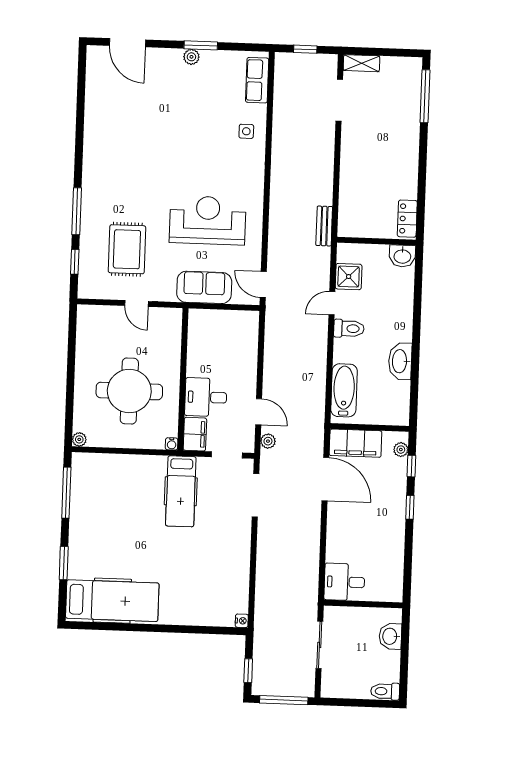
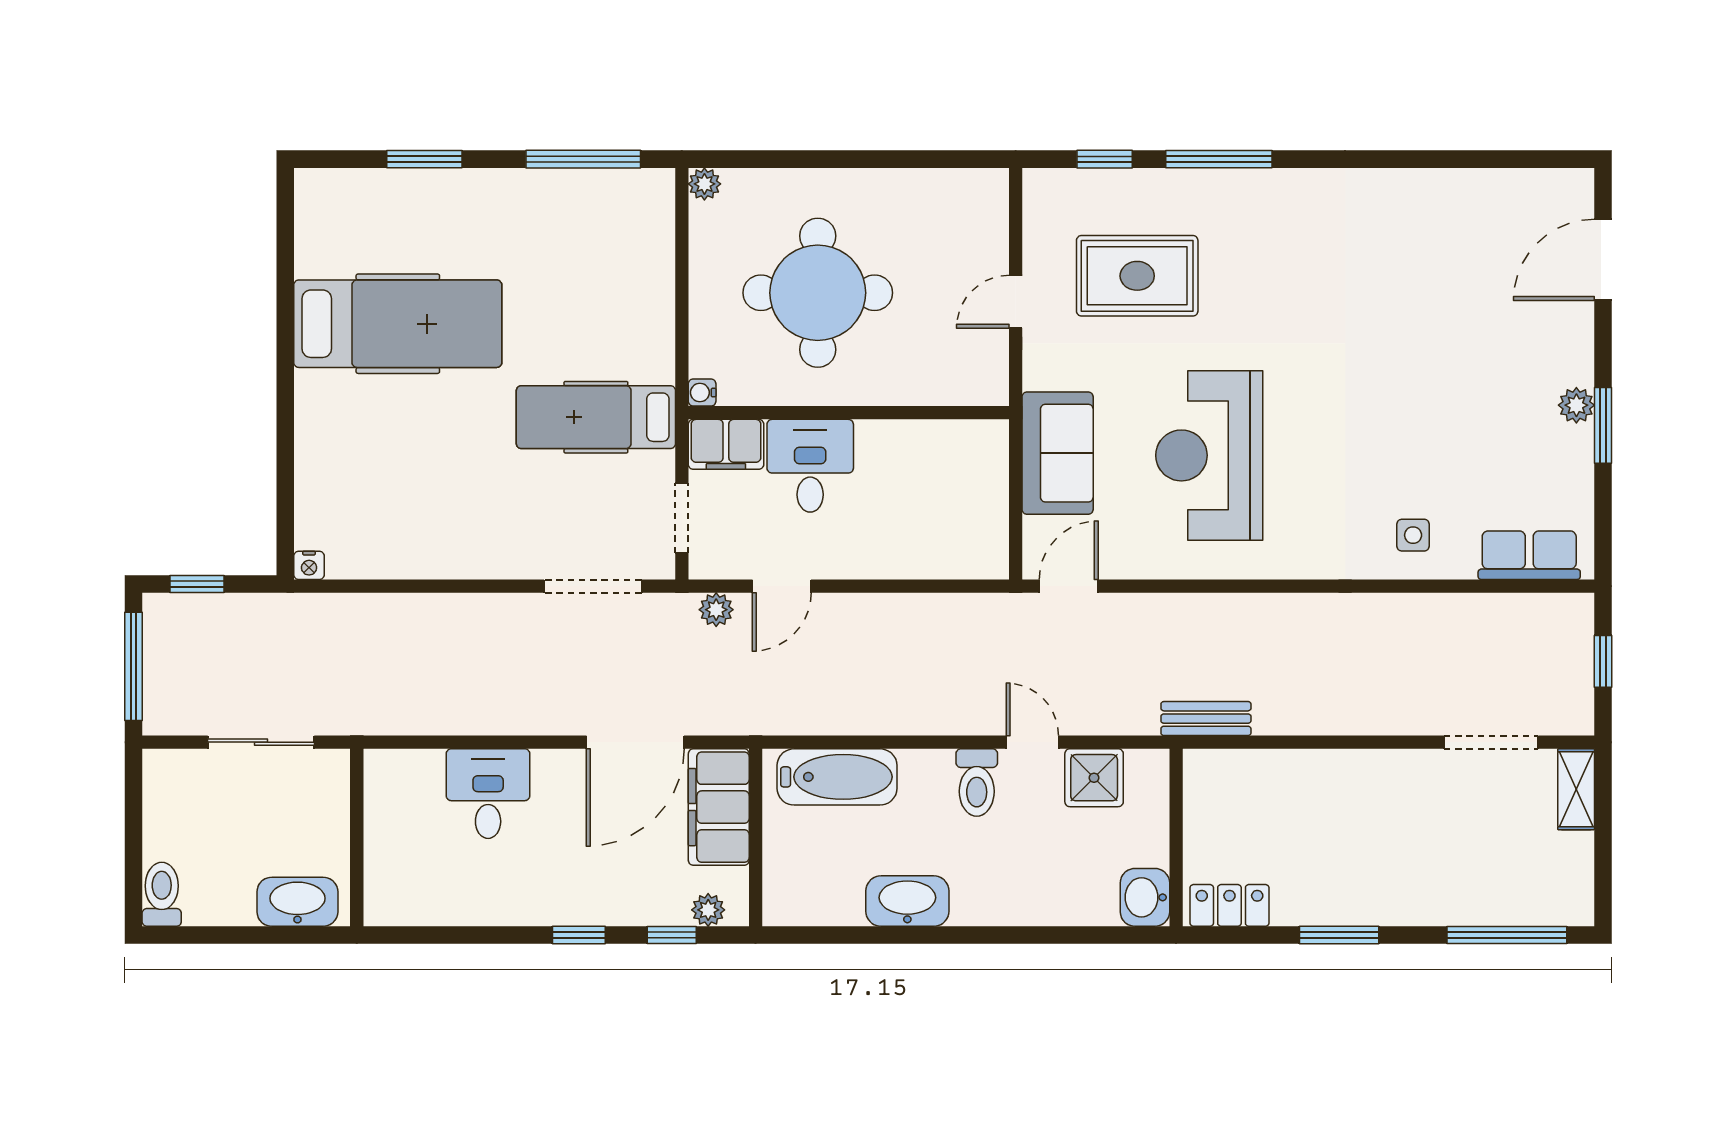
window: (422, 171) -> (1339, 935), added
reception desk: (208, 220) -> (1209, 455), turned 180
desk: (344, 582) -> (488, 794), moved
hospital bed: (112, 601) -> (398, 324), moved, turned -90
washbasin: (390, 636) -> (297, 902), width x1.38

